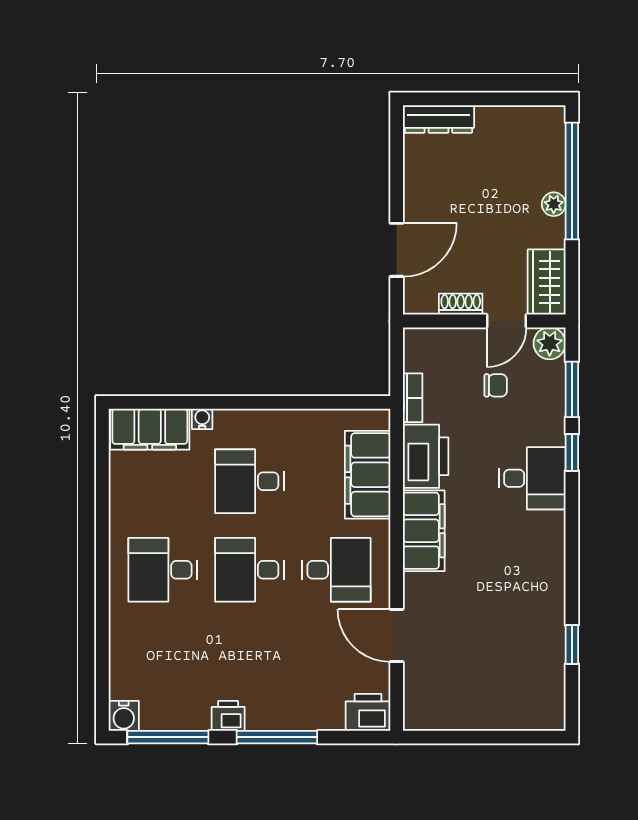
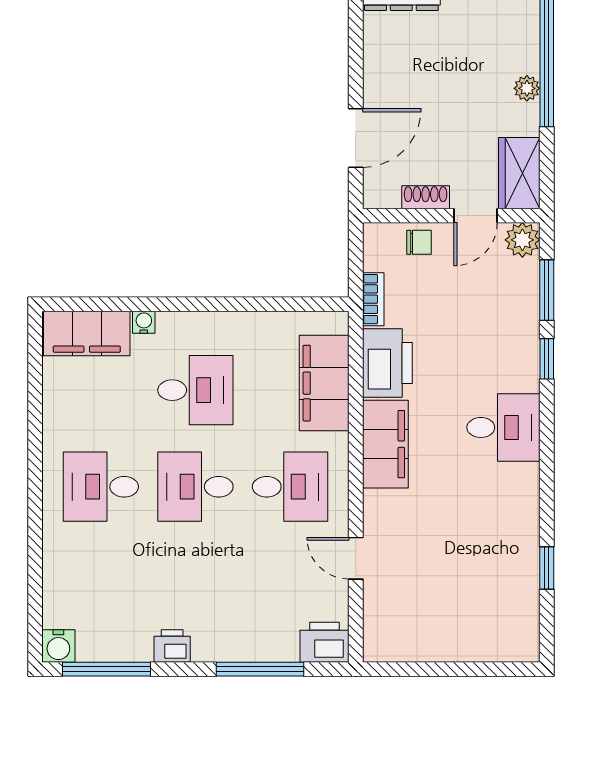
chair: (496, 385) -> (419, 242), moved
desk: (532, 478) -> (503, 427), moved
desk: (250, 481) -> (195, 390), turned 180
door: (397, 635) -> (356, 558), width x0.73
window: (277, 737) -> (260, 669), moved

